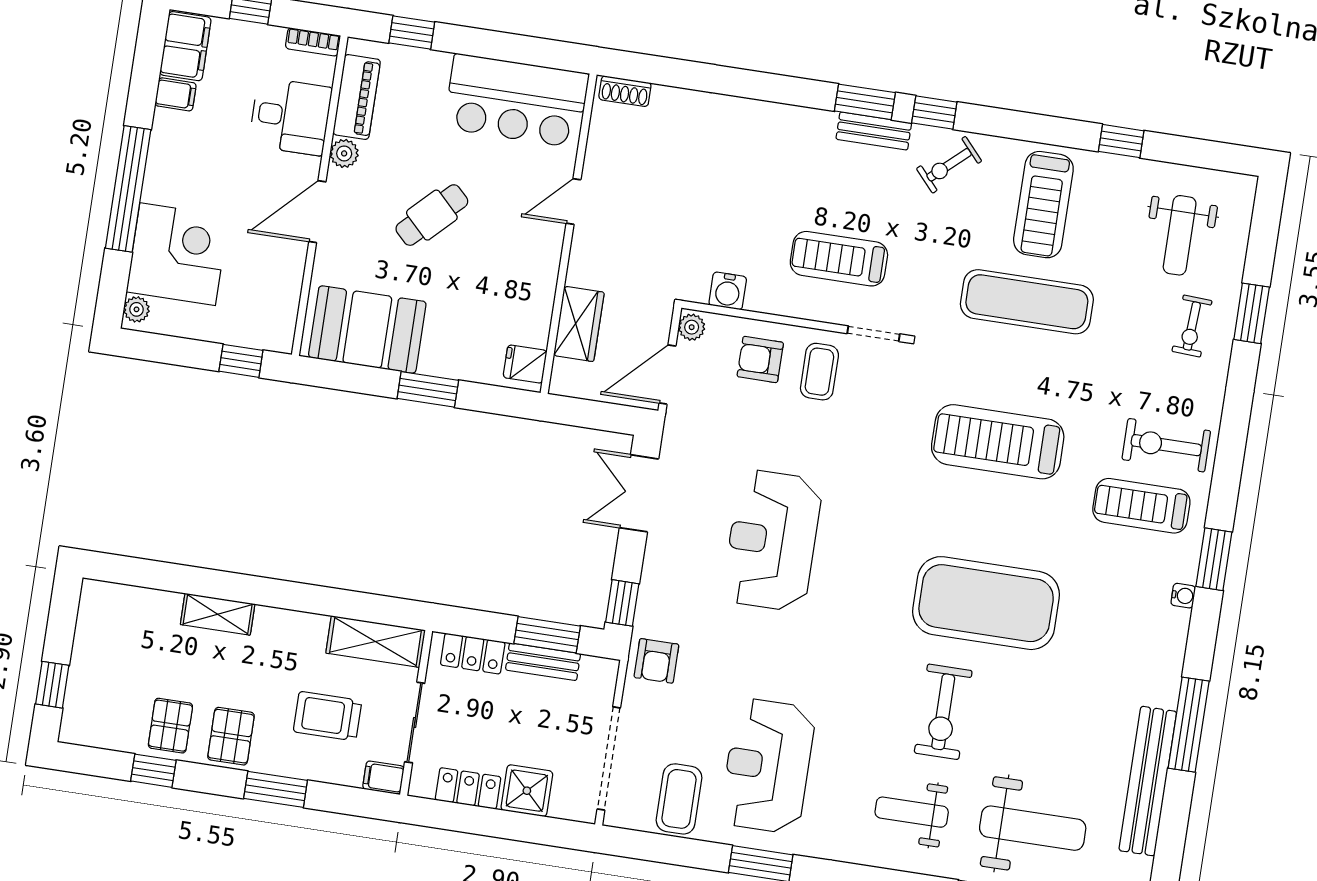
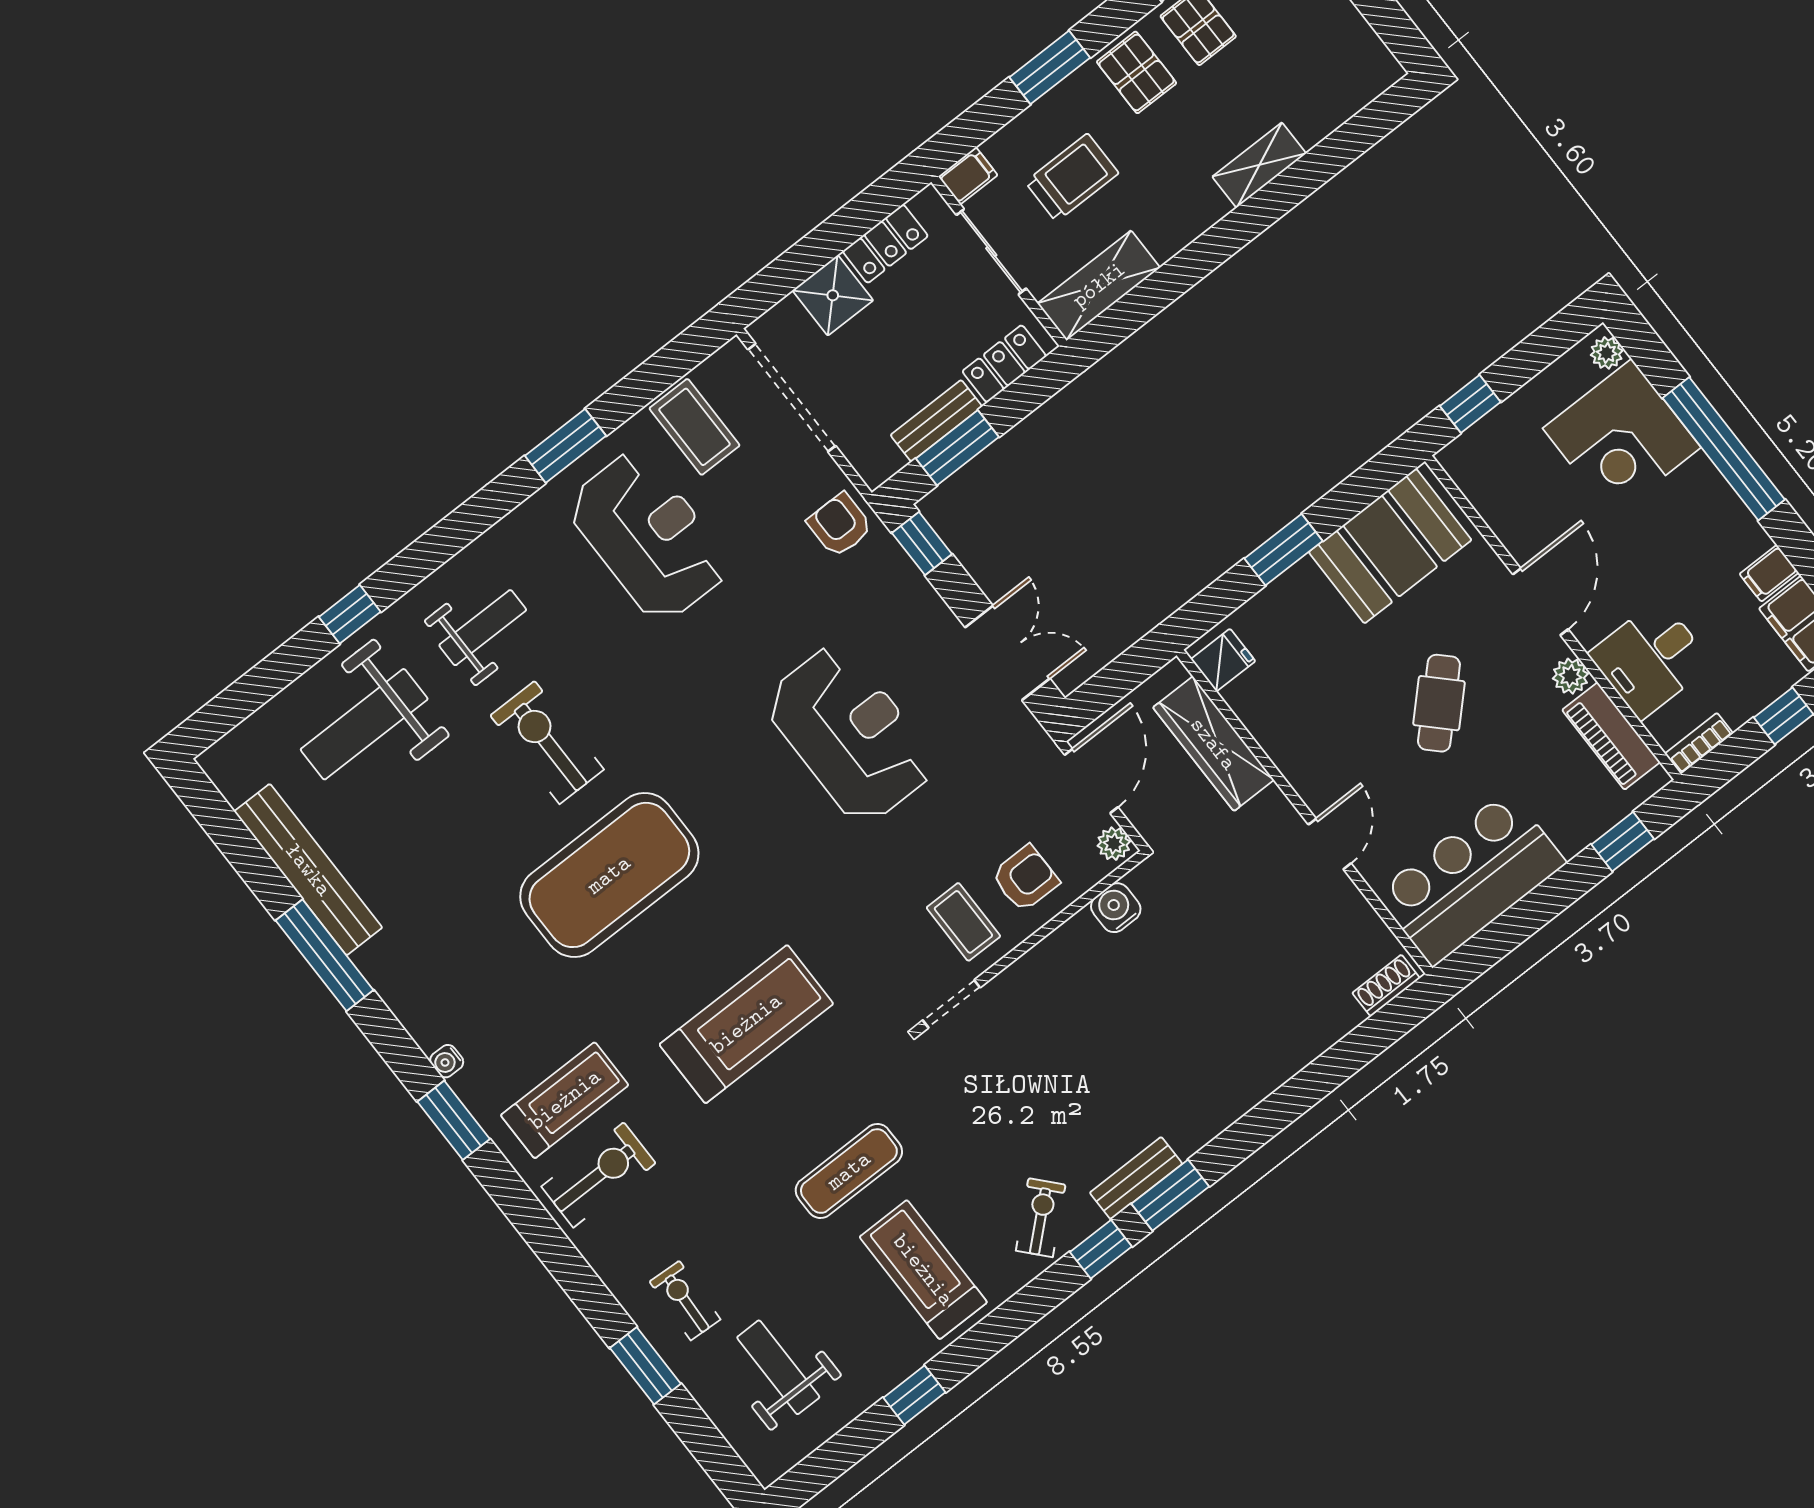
treadmill: (839, 259) -> (1050, 1037), removed
exercise mat: (1027, 302) -> (849, 1171), width x0.73, depth x0.69
wardrobe: (579, 324) -> (1213, 744), width x1.50

